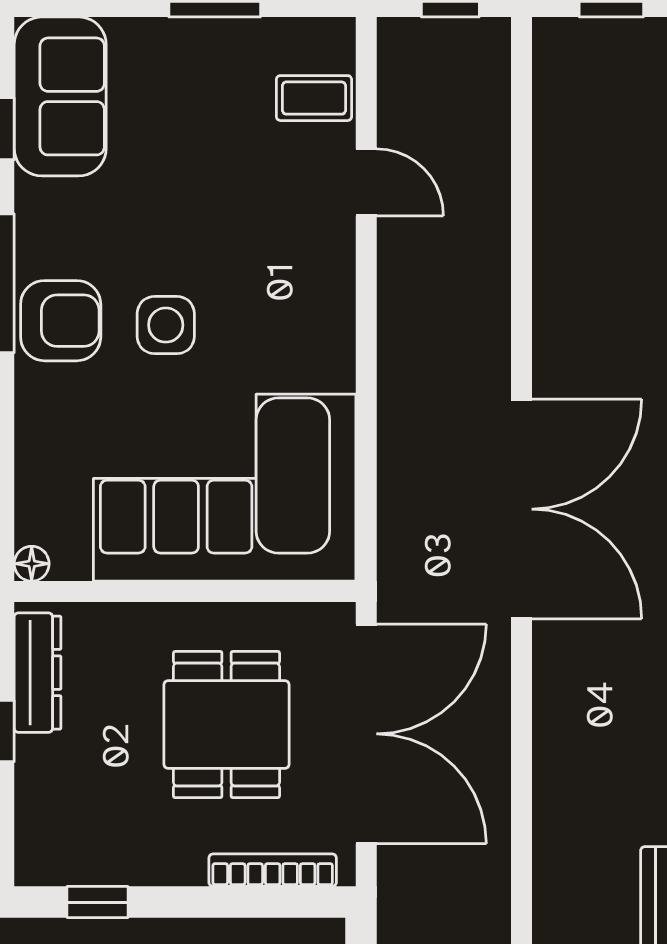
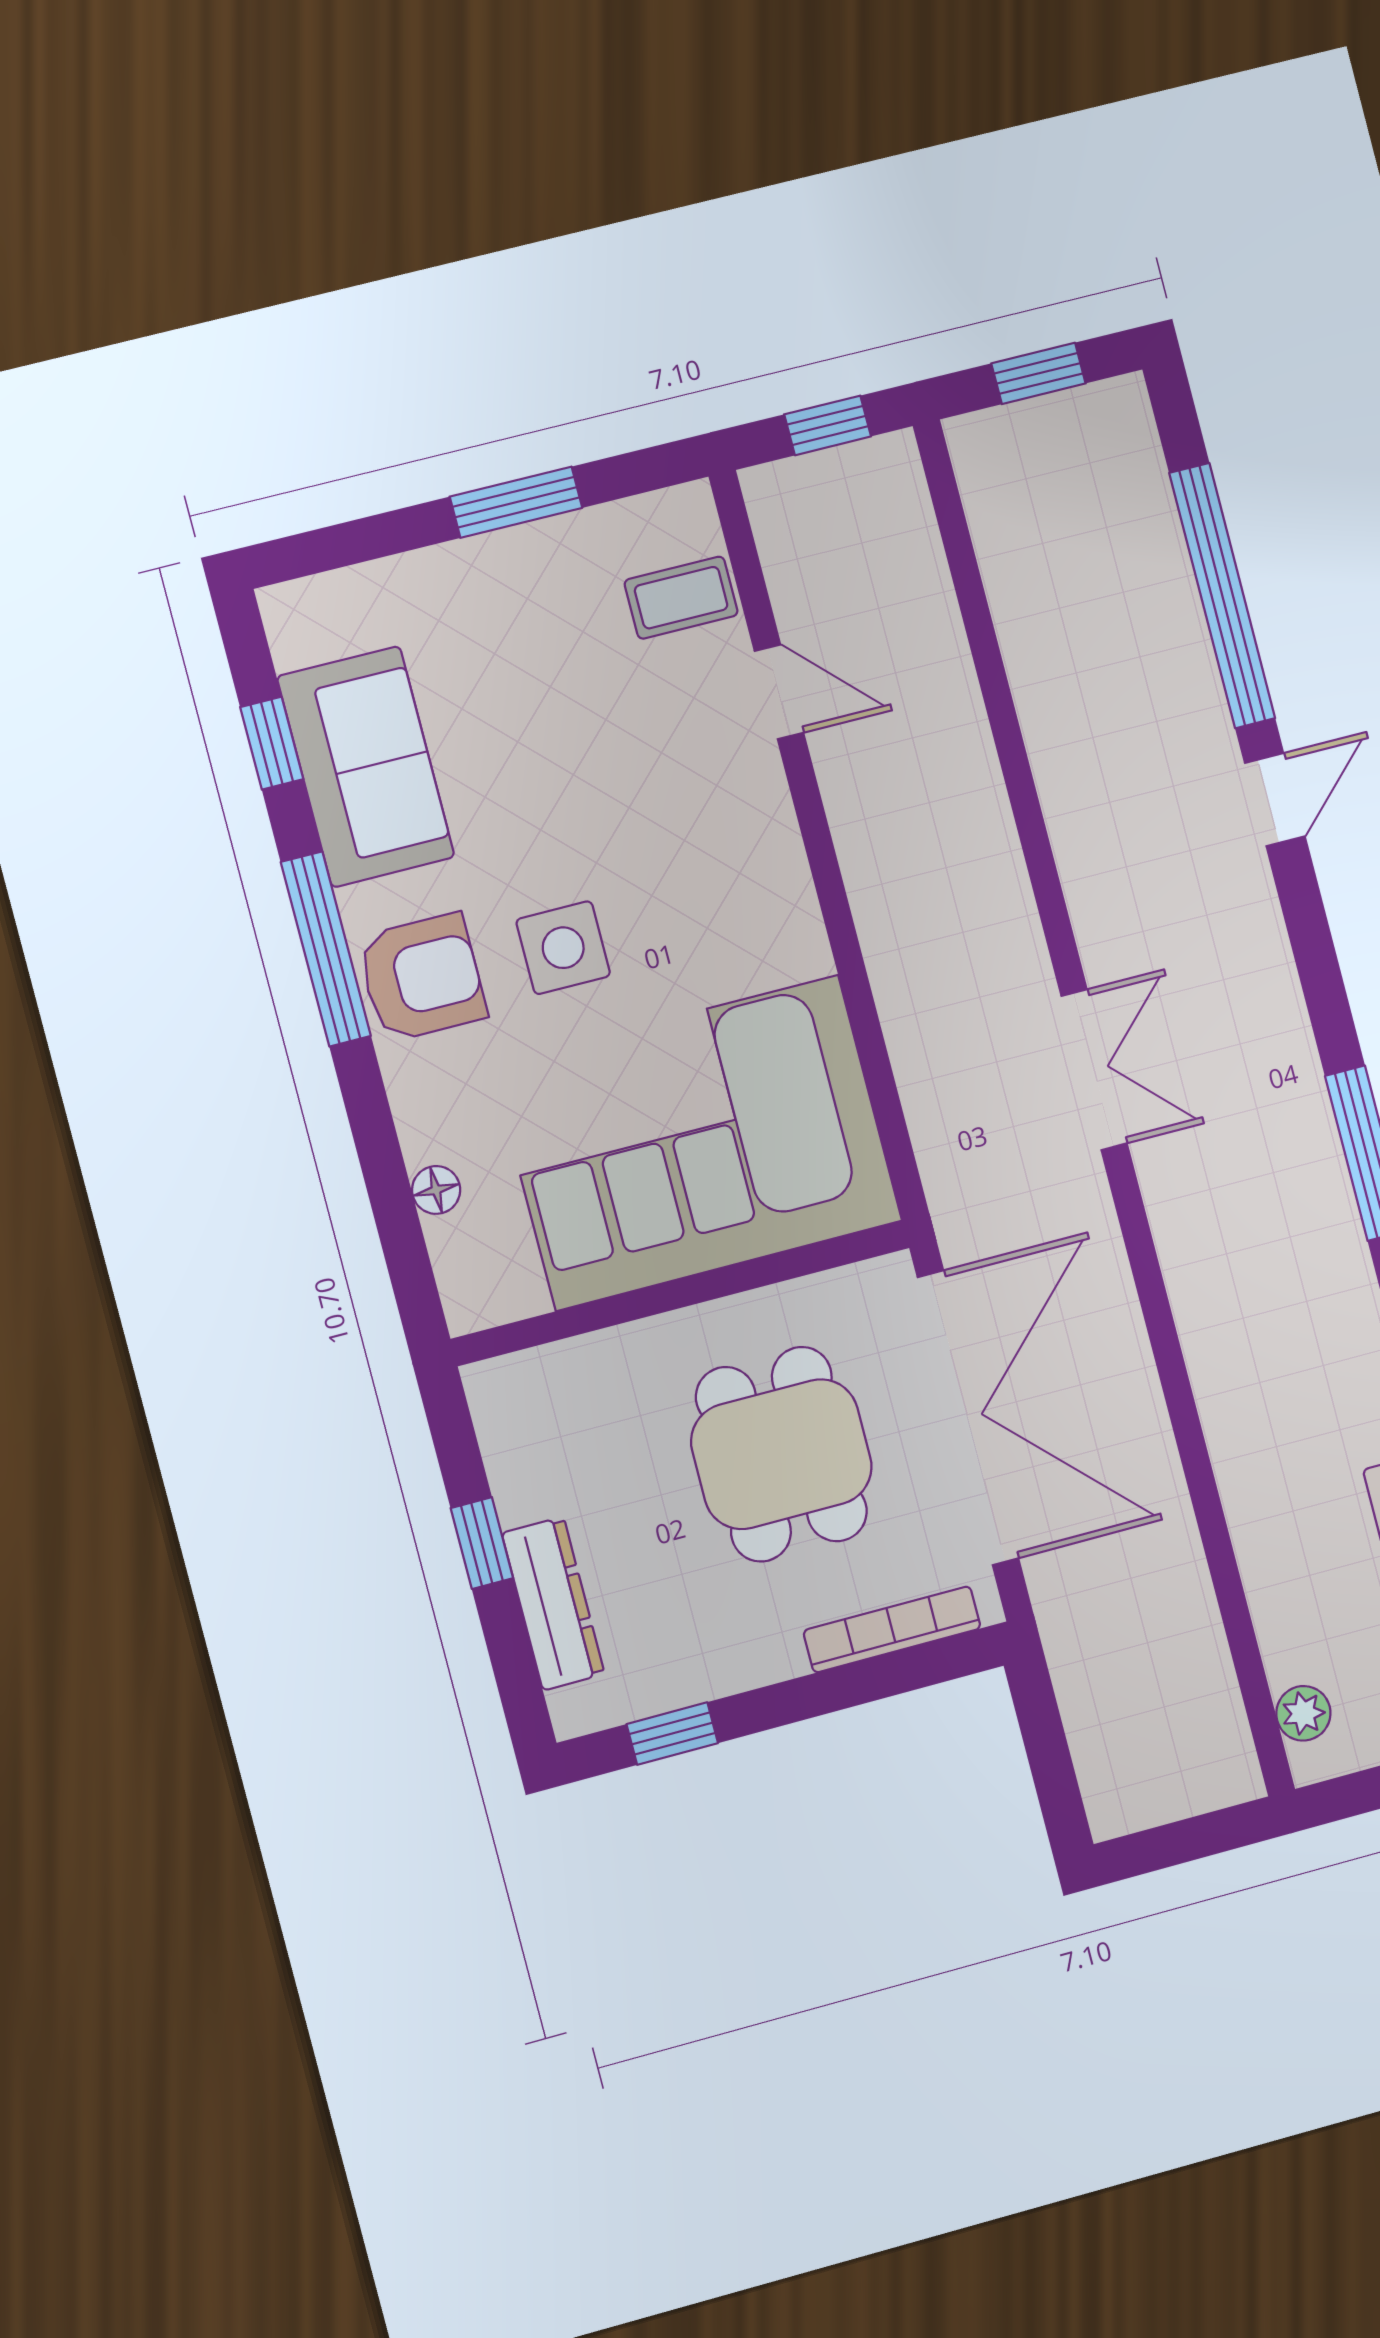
sofa: (60, 96) -> (366, 767), moved
double door: (521, 509) -> (1094, 1070), width x0.54
floor lamp: (32, 564) -> (436, 1190), moved
dresser: (38, 673) -> (553, 1604), moved

